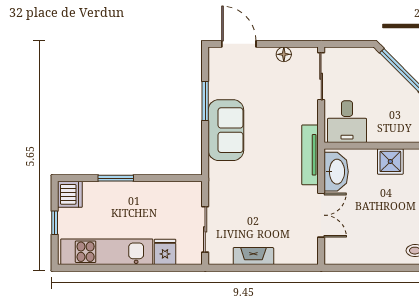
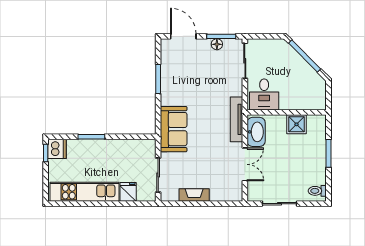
window: (290, 44) -> (221, 36), added
sofa: (226, 130) -> (174, 129), moved
window: (55, 223) -> (46, 153), moved
sliding door: (367, 268) -> (279, 204), added

